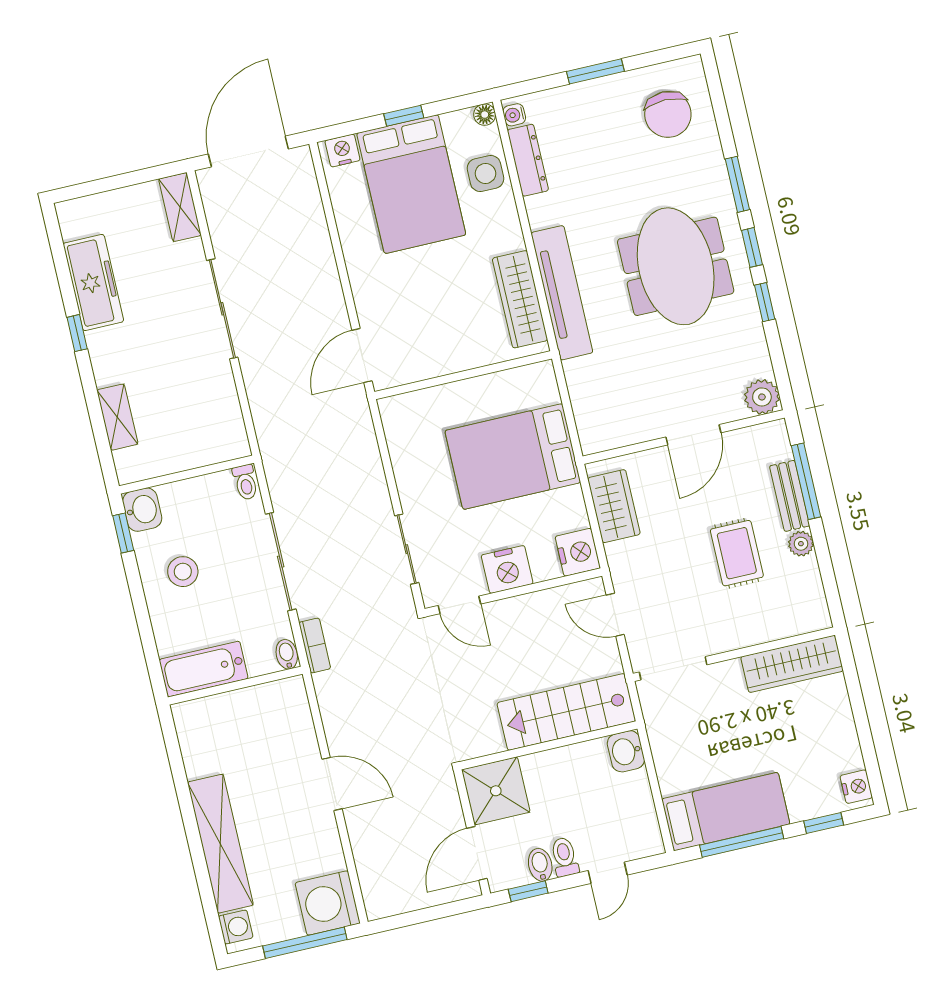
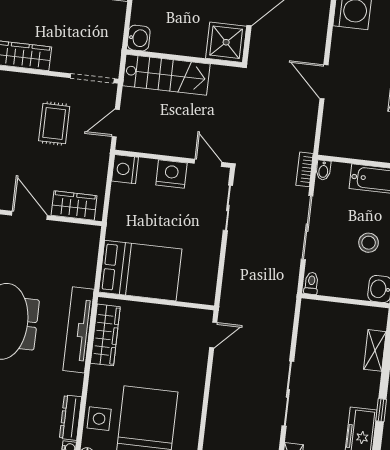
door: (362, 356) -> (213, 335), width x0.73
door: (693, 435) -> (29, 215), hinge flipped
bed: (513, 457) -> (140, 271), moved
wardrobe: (614, 506) -> (74, 205), moved, turned 90
rug: (737, 553) -> (54, 124), moved
door: (615, 615) -> (116, 123), swing flipped

